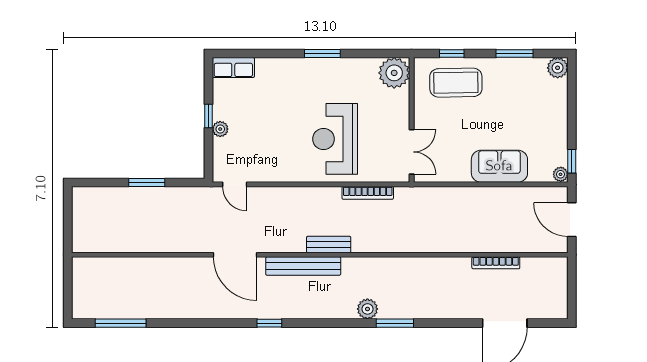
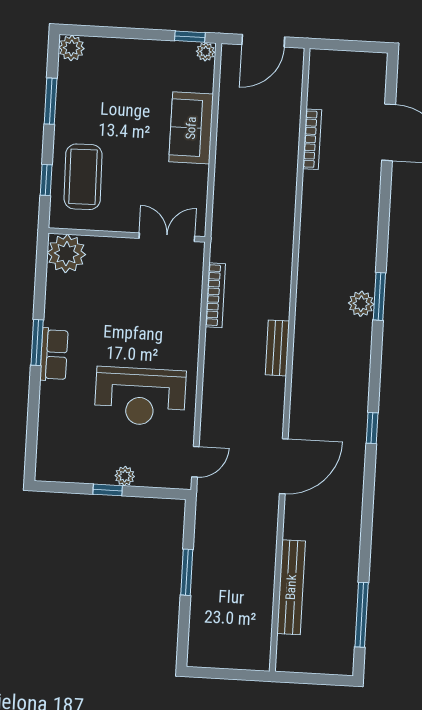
row of seats: (233, 67) -> (54, 355), moved
reception desk: (335, 139) -> (140, 396), moved
bench: (303, 266) -> (291, 587), moved
window: (395, 323) -> (379, 296), moved

